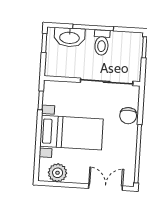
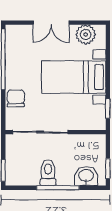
washbasin: (69, 37) -> (86, 176), width x0.72
double door: (106, 187) -> (51, 23), moved

